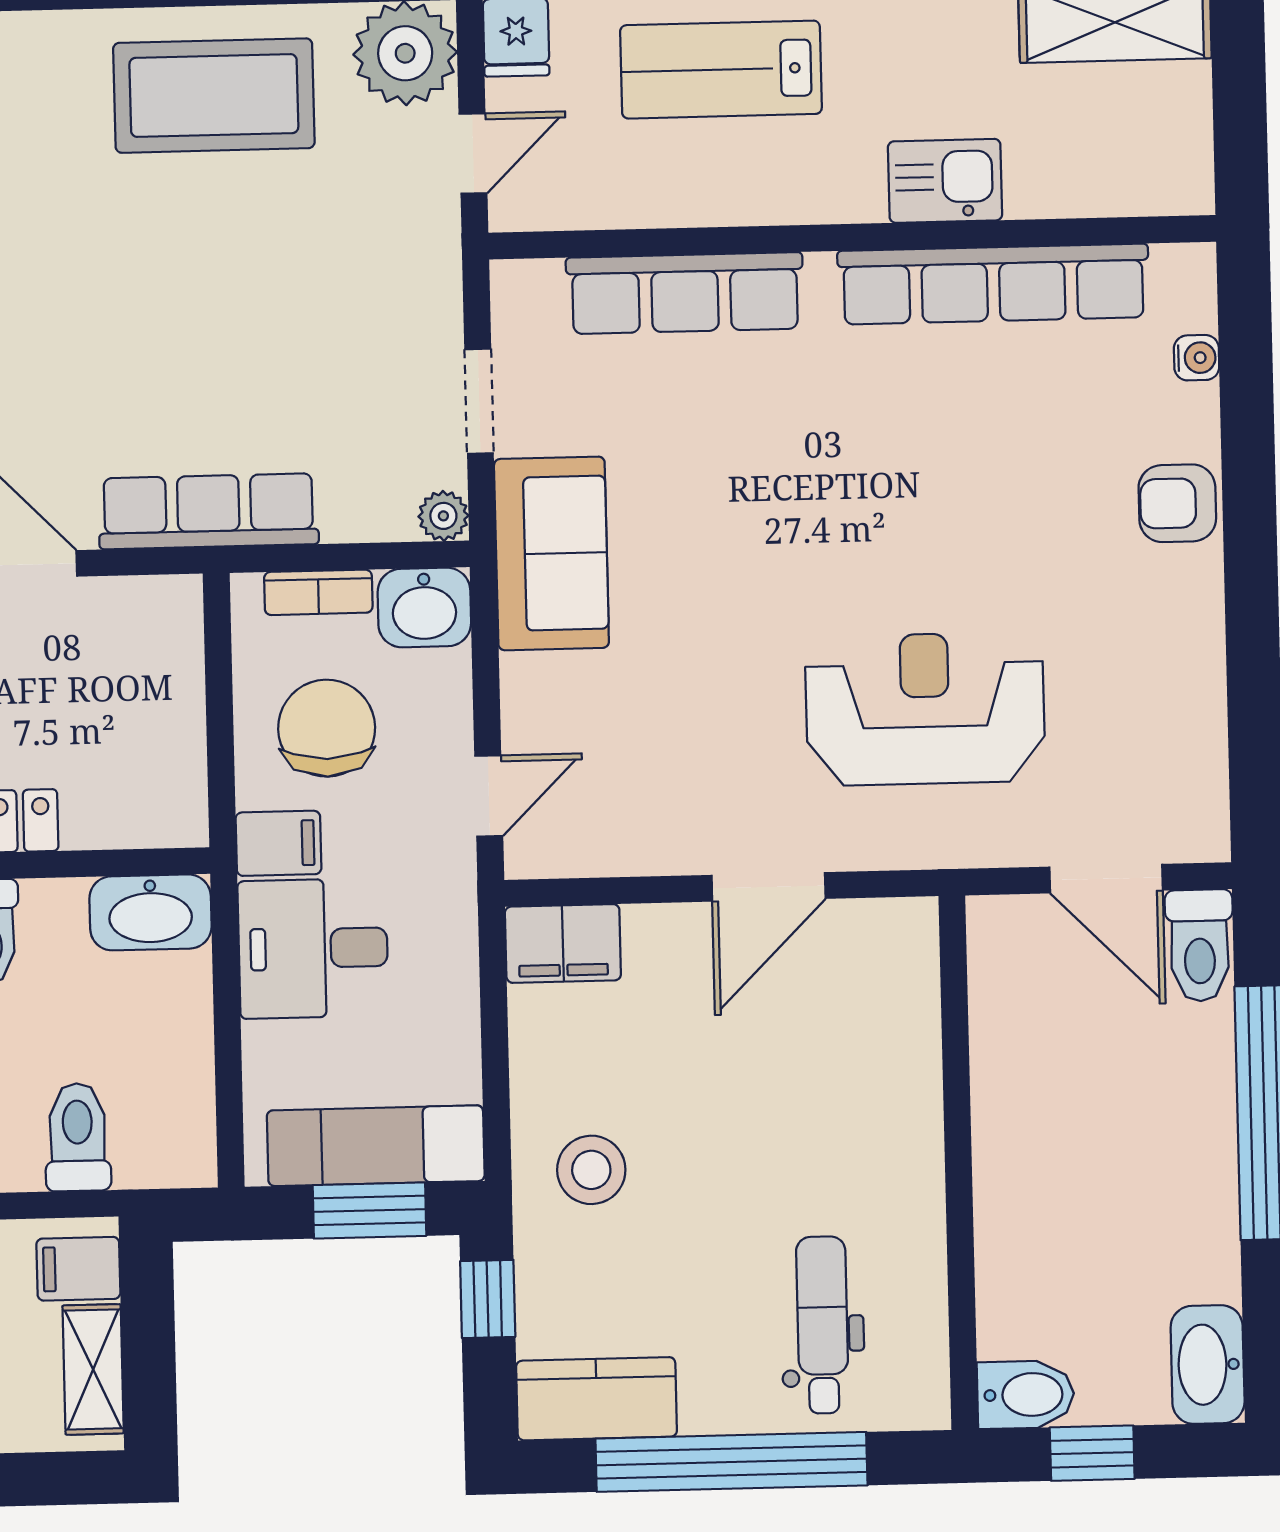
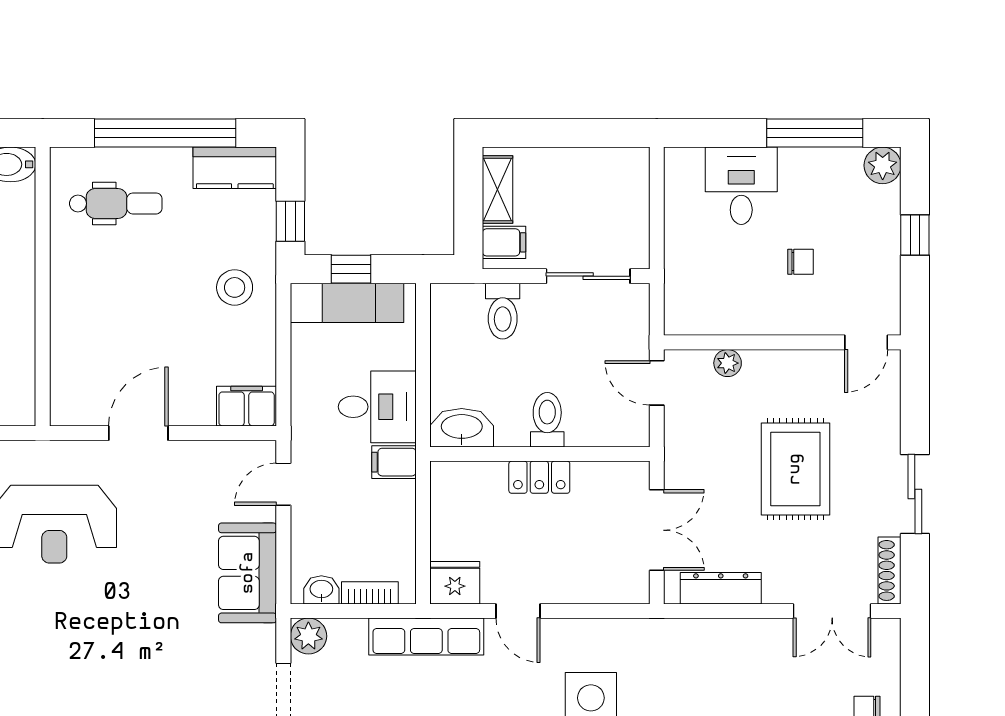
plant: (443, 516) -> (308, 636), width x1.38, depth x1.38
sofa: (551, 553) -> (248, 573), moved
washbasin: (424, 607) -> (321, 590), width x0.72, depth x0.69
fridge: (157, 616) -> (455, 583), added
chair: (327, 728) -> (367, 522), removed
window: (369, 1210) -> (351, 269), width x0.67
dental chair: (822, 1325) -> (116, 203), turned -90

